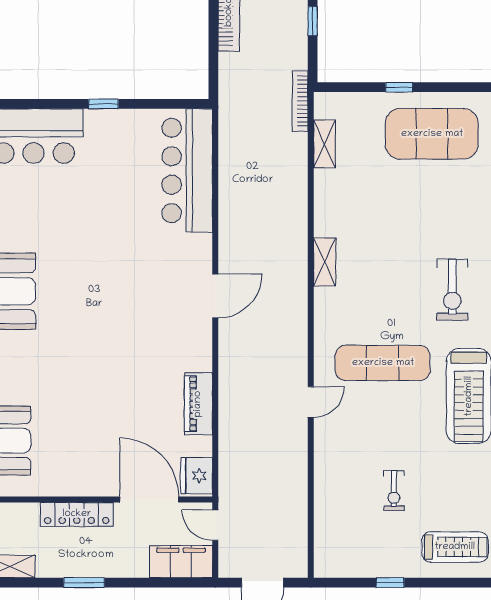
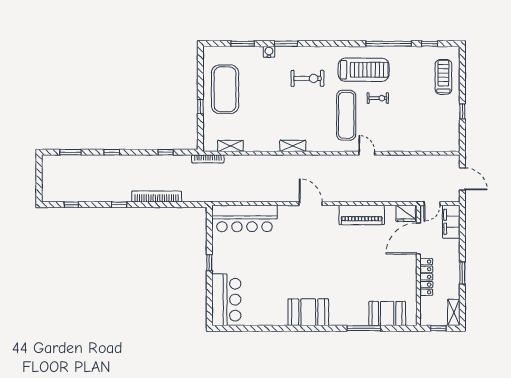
piano: (198, 404) -> (362, 215), width x1.37, depth x1.33
exercise bike: (394, 491) -> (378, 98), moved

